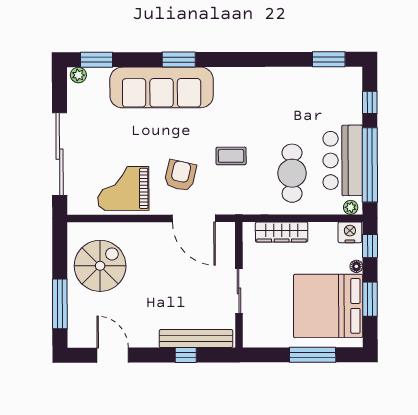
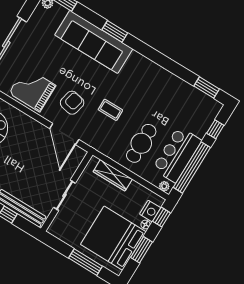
nightstand: (350, 232) -> (150, 211), moved, turned 90

